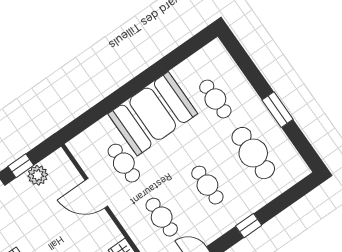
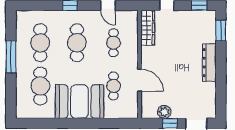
cafe table: (215, 99) -> (40, 86), width x1.37, depth x1.35
window: (278, 110) -> (11, 57), width x1.44
cafe table: (207, 185) -> (77, 43), width x1.37, depth x1.35

